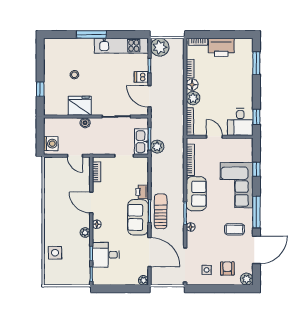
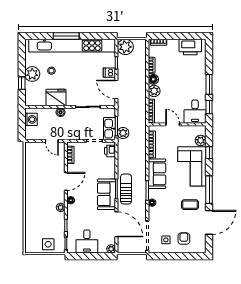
kitchen unit: (121, 46) -> (72, 46), width x1.86
printer: (221, 47) -> (190, 47), moved
window: (256, 63) -> (209, 84), moved
plant: (52, 79) -> (32, 74), added
washing machine: (51, 144) -> (31, 119), moved
printer: (142, 192) -> (110, 151), moved
door: (91, 202) -> (66, 181), swing flipped
side table: (55, 253) -> (48, 244), moved
desk: (106, 255) -> (87, 241), moved, turned -90
plant: (247, 279) -> (201, 140), moved

